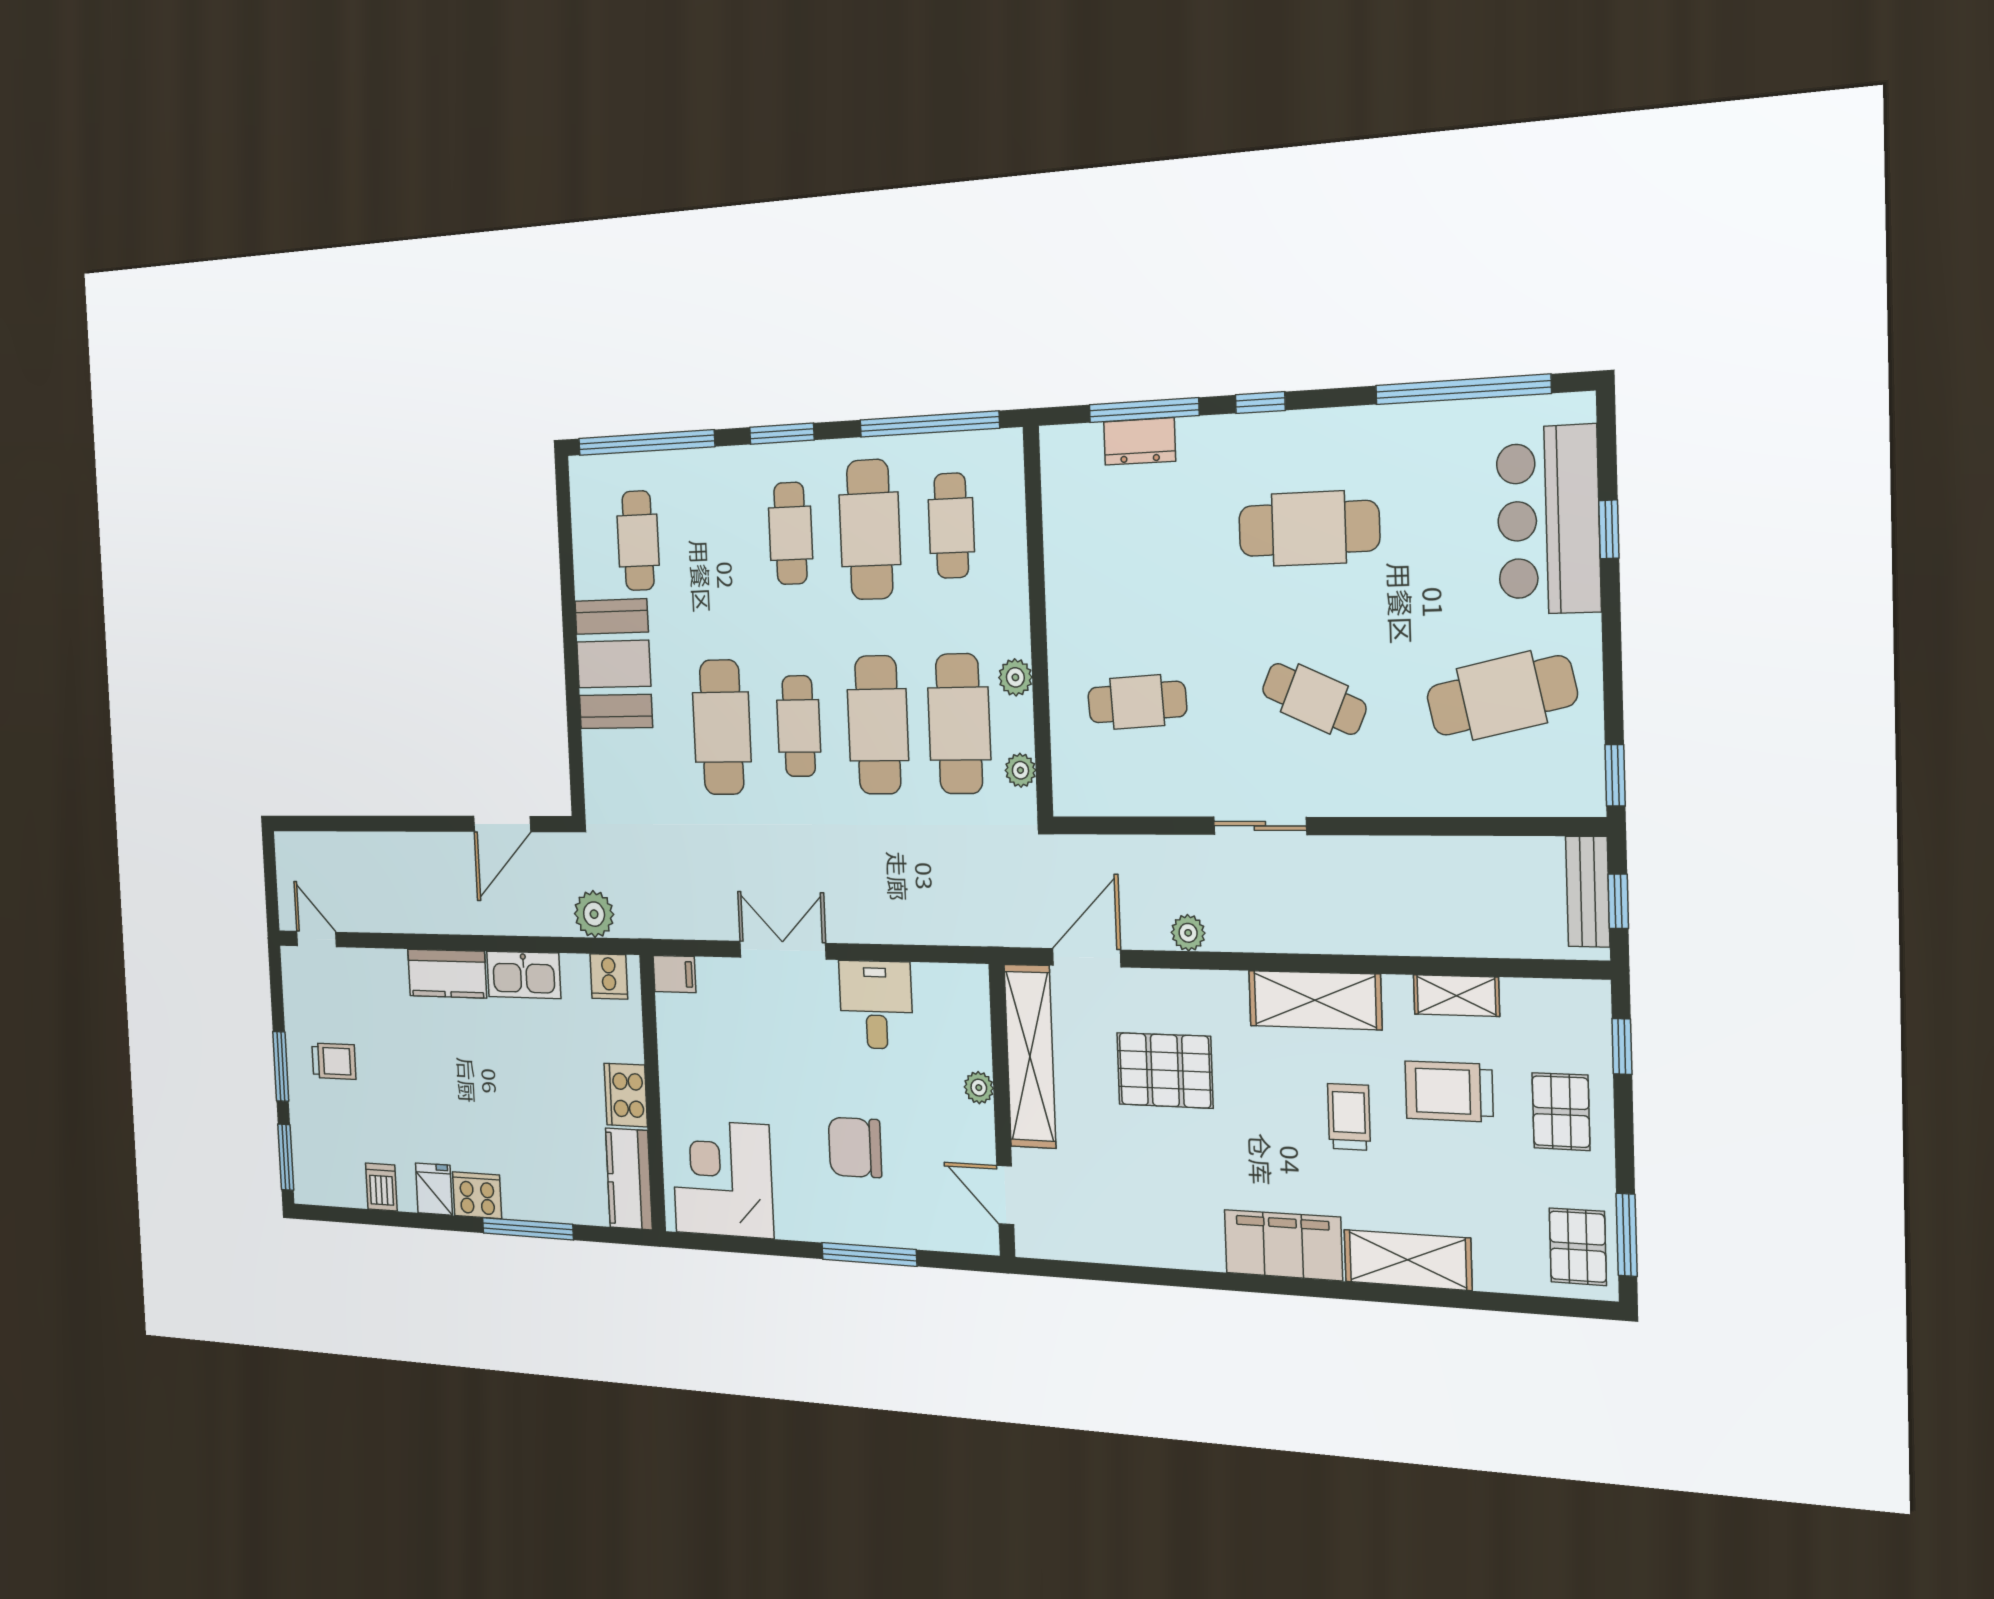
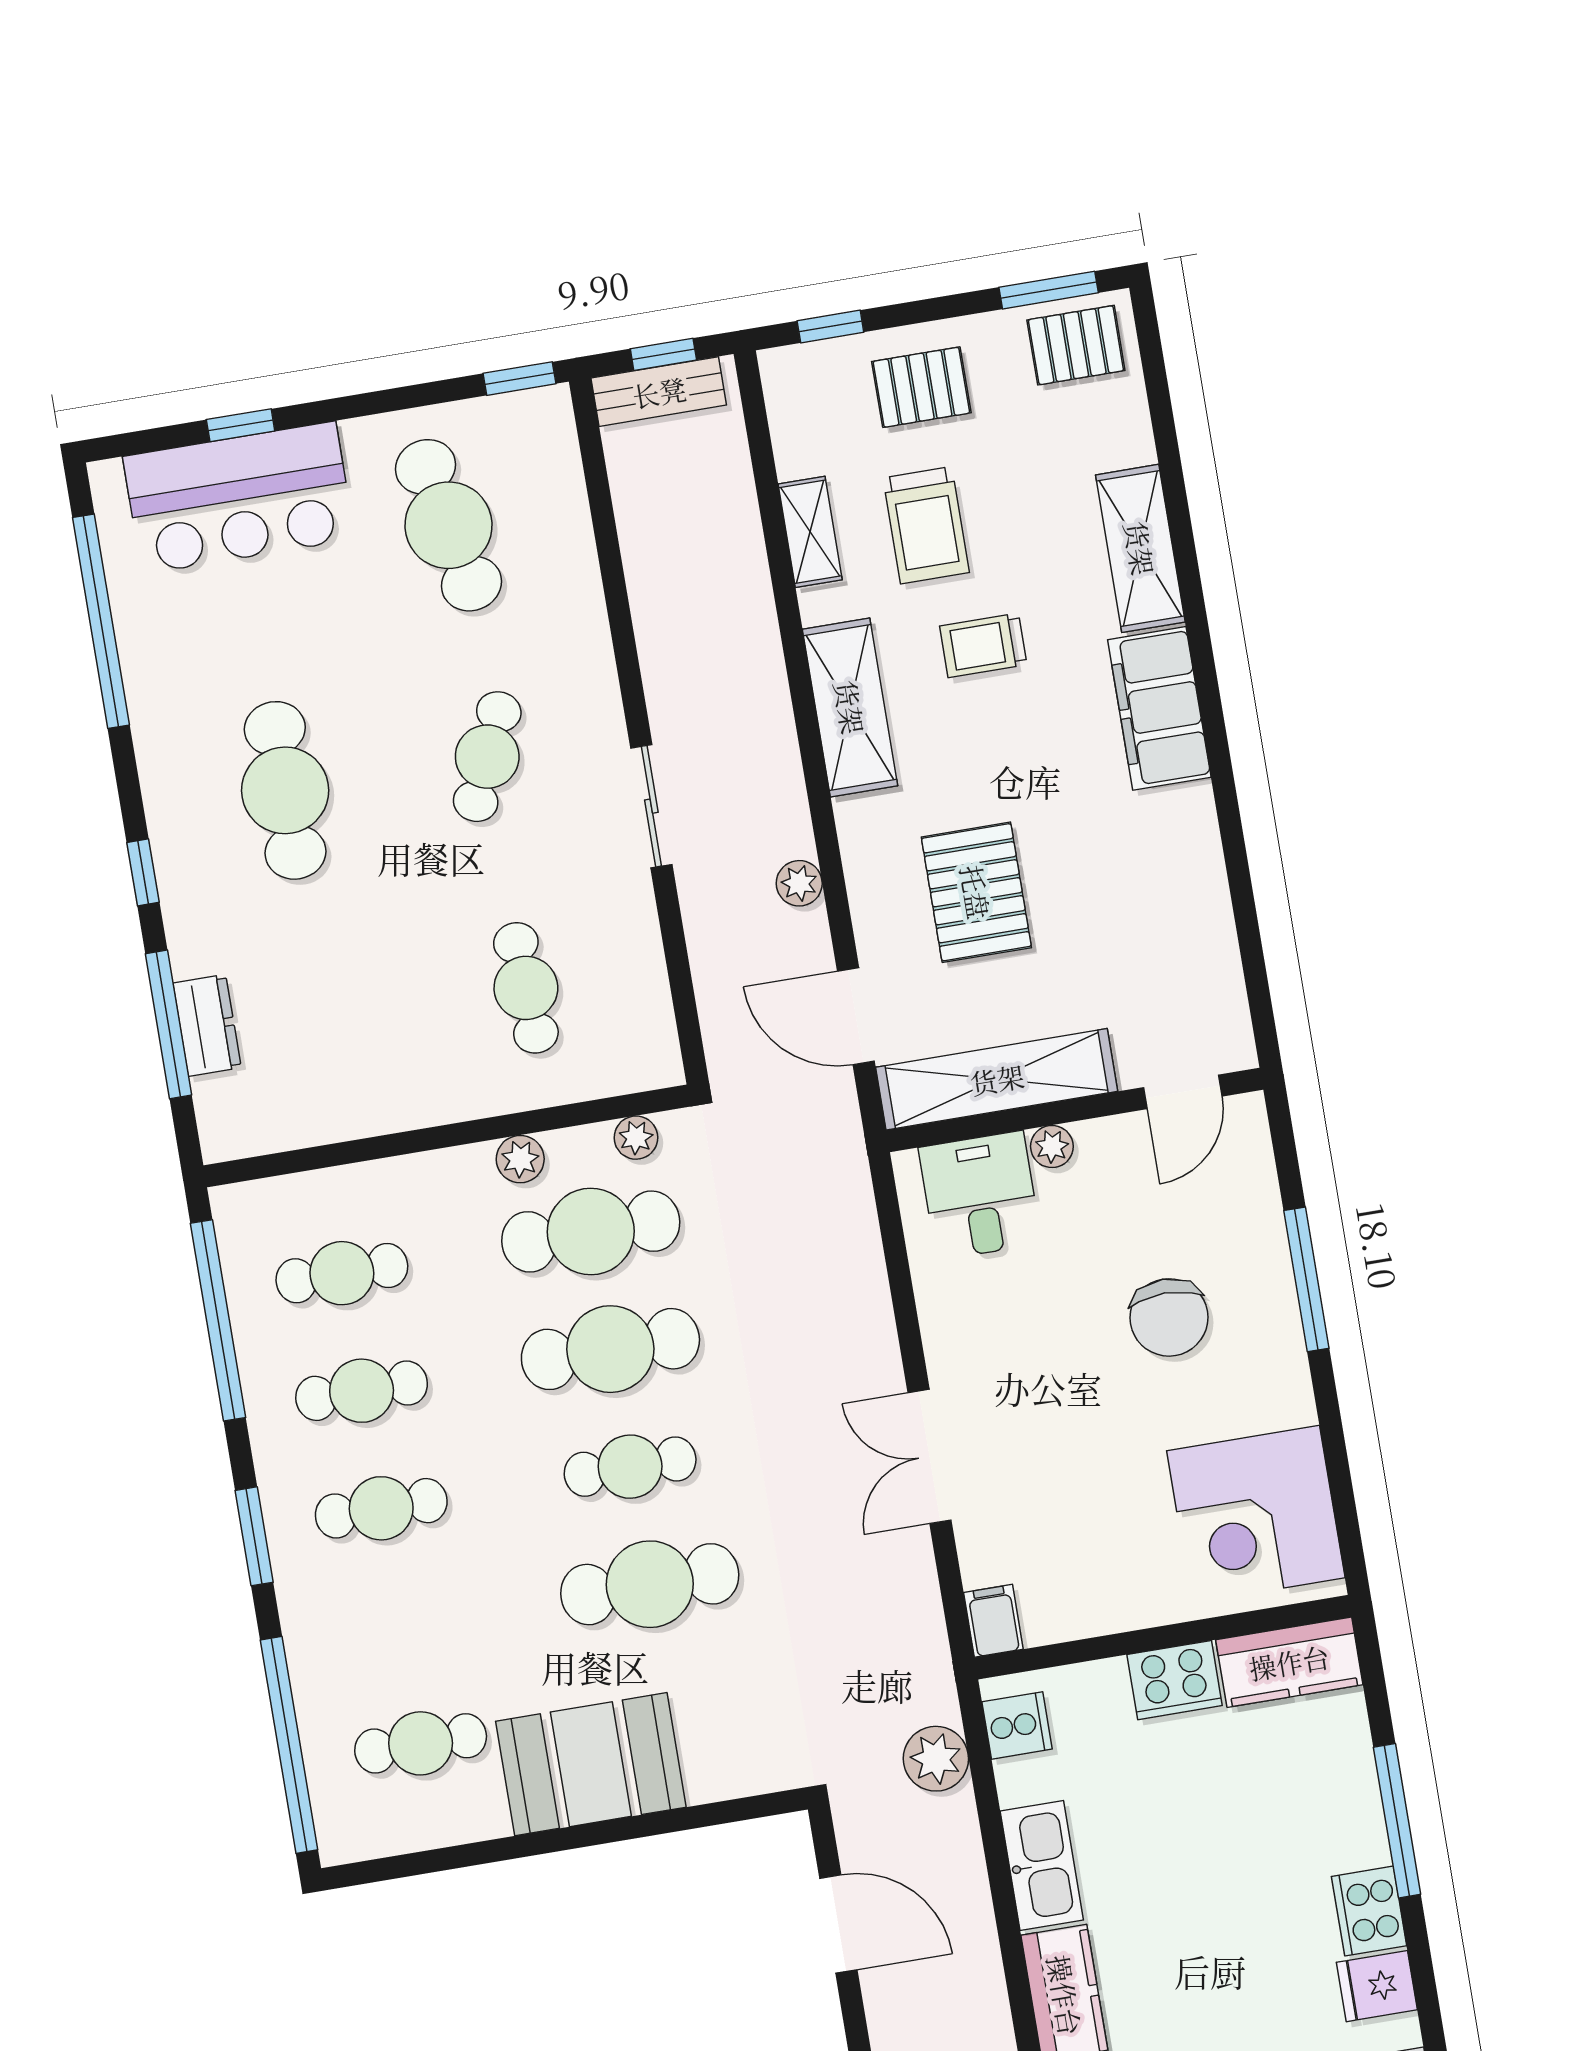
cafe table: (870, 530) -> (362, 1391), width x0.73, depth x0.74
desk: (876, 1005) -> (980, 1195), moved, turned 90

